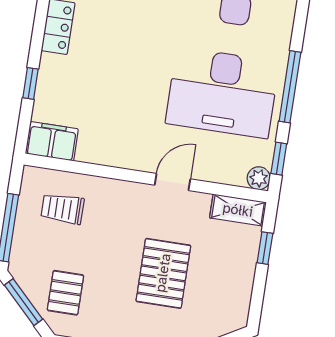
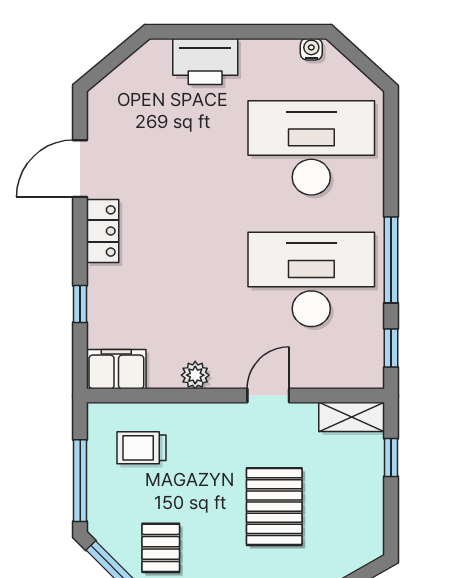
desk: (222, 93) -> (311, 279), turned 180
plant: (259, 178) -> (195, 375), moved

